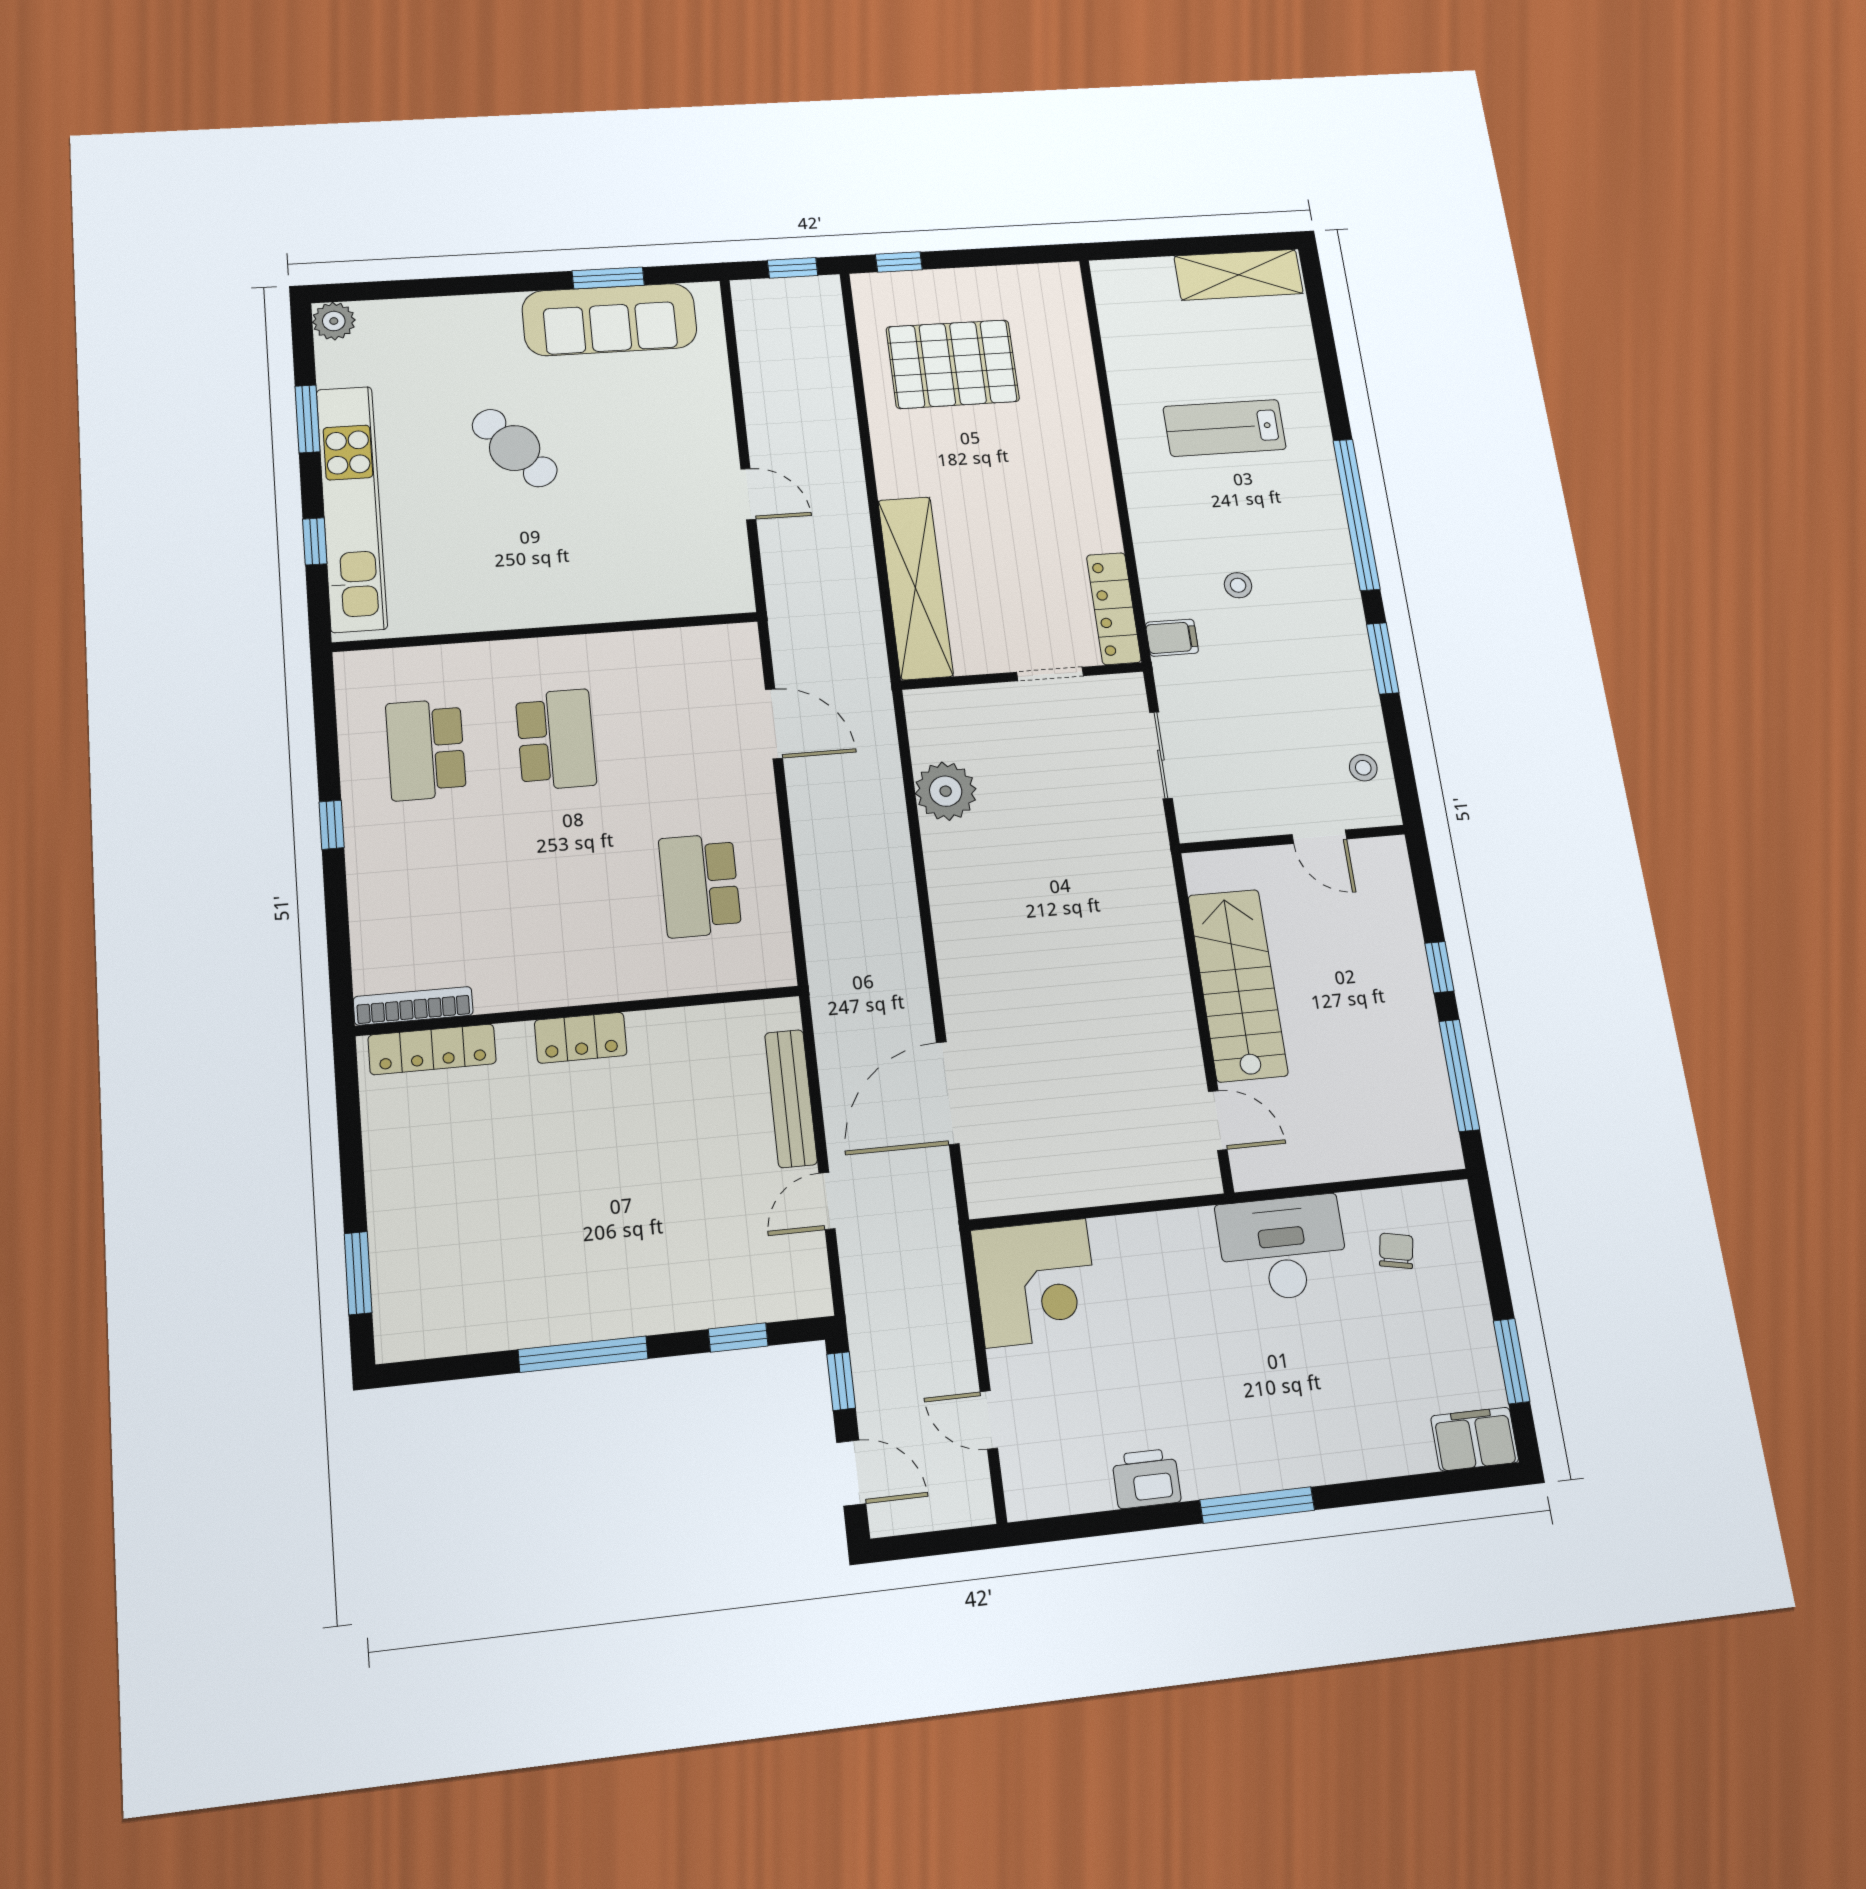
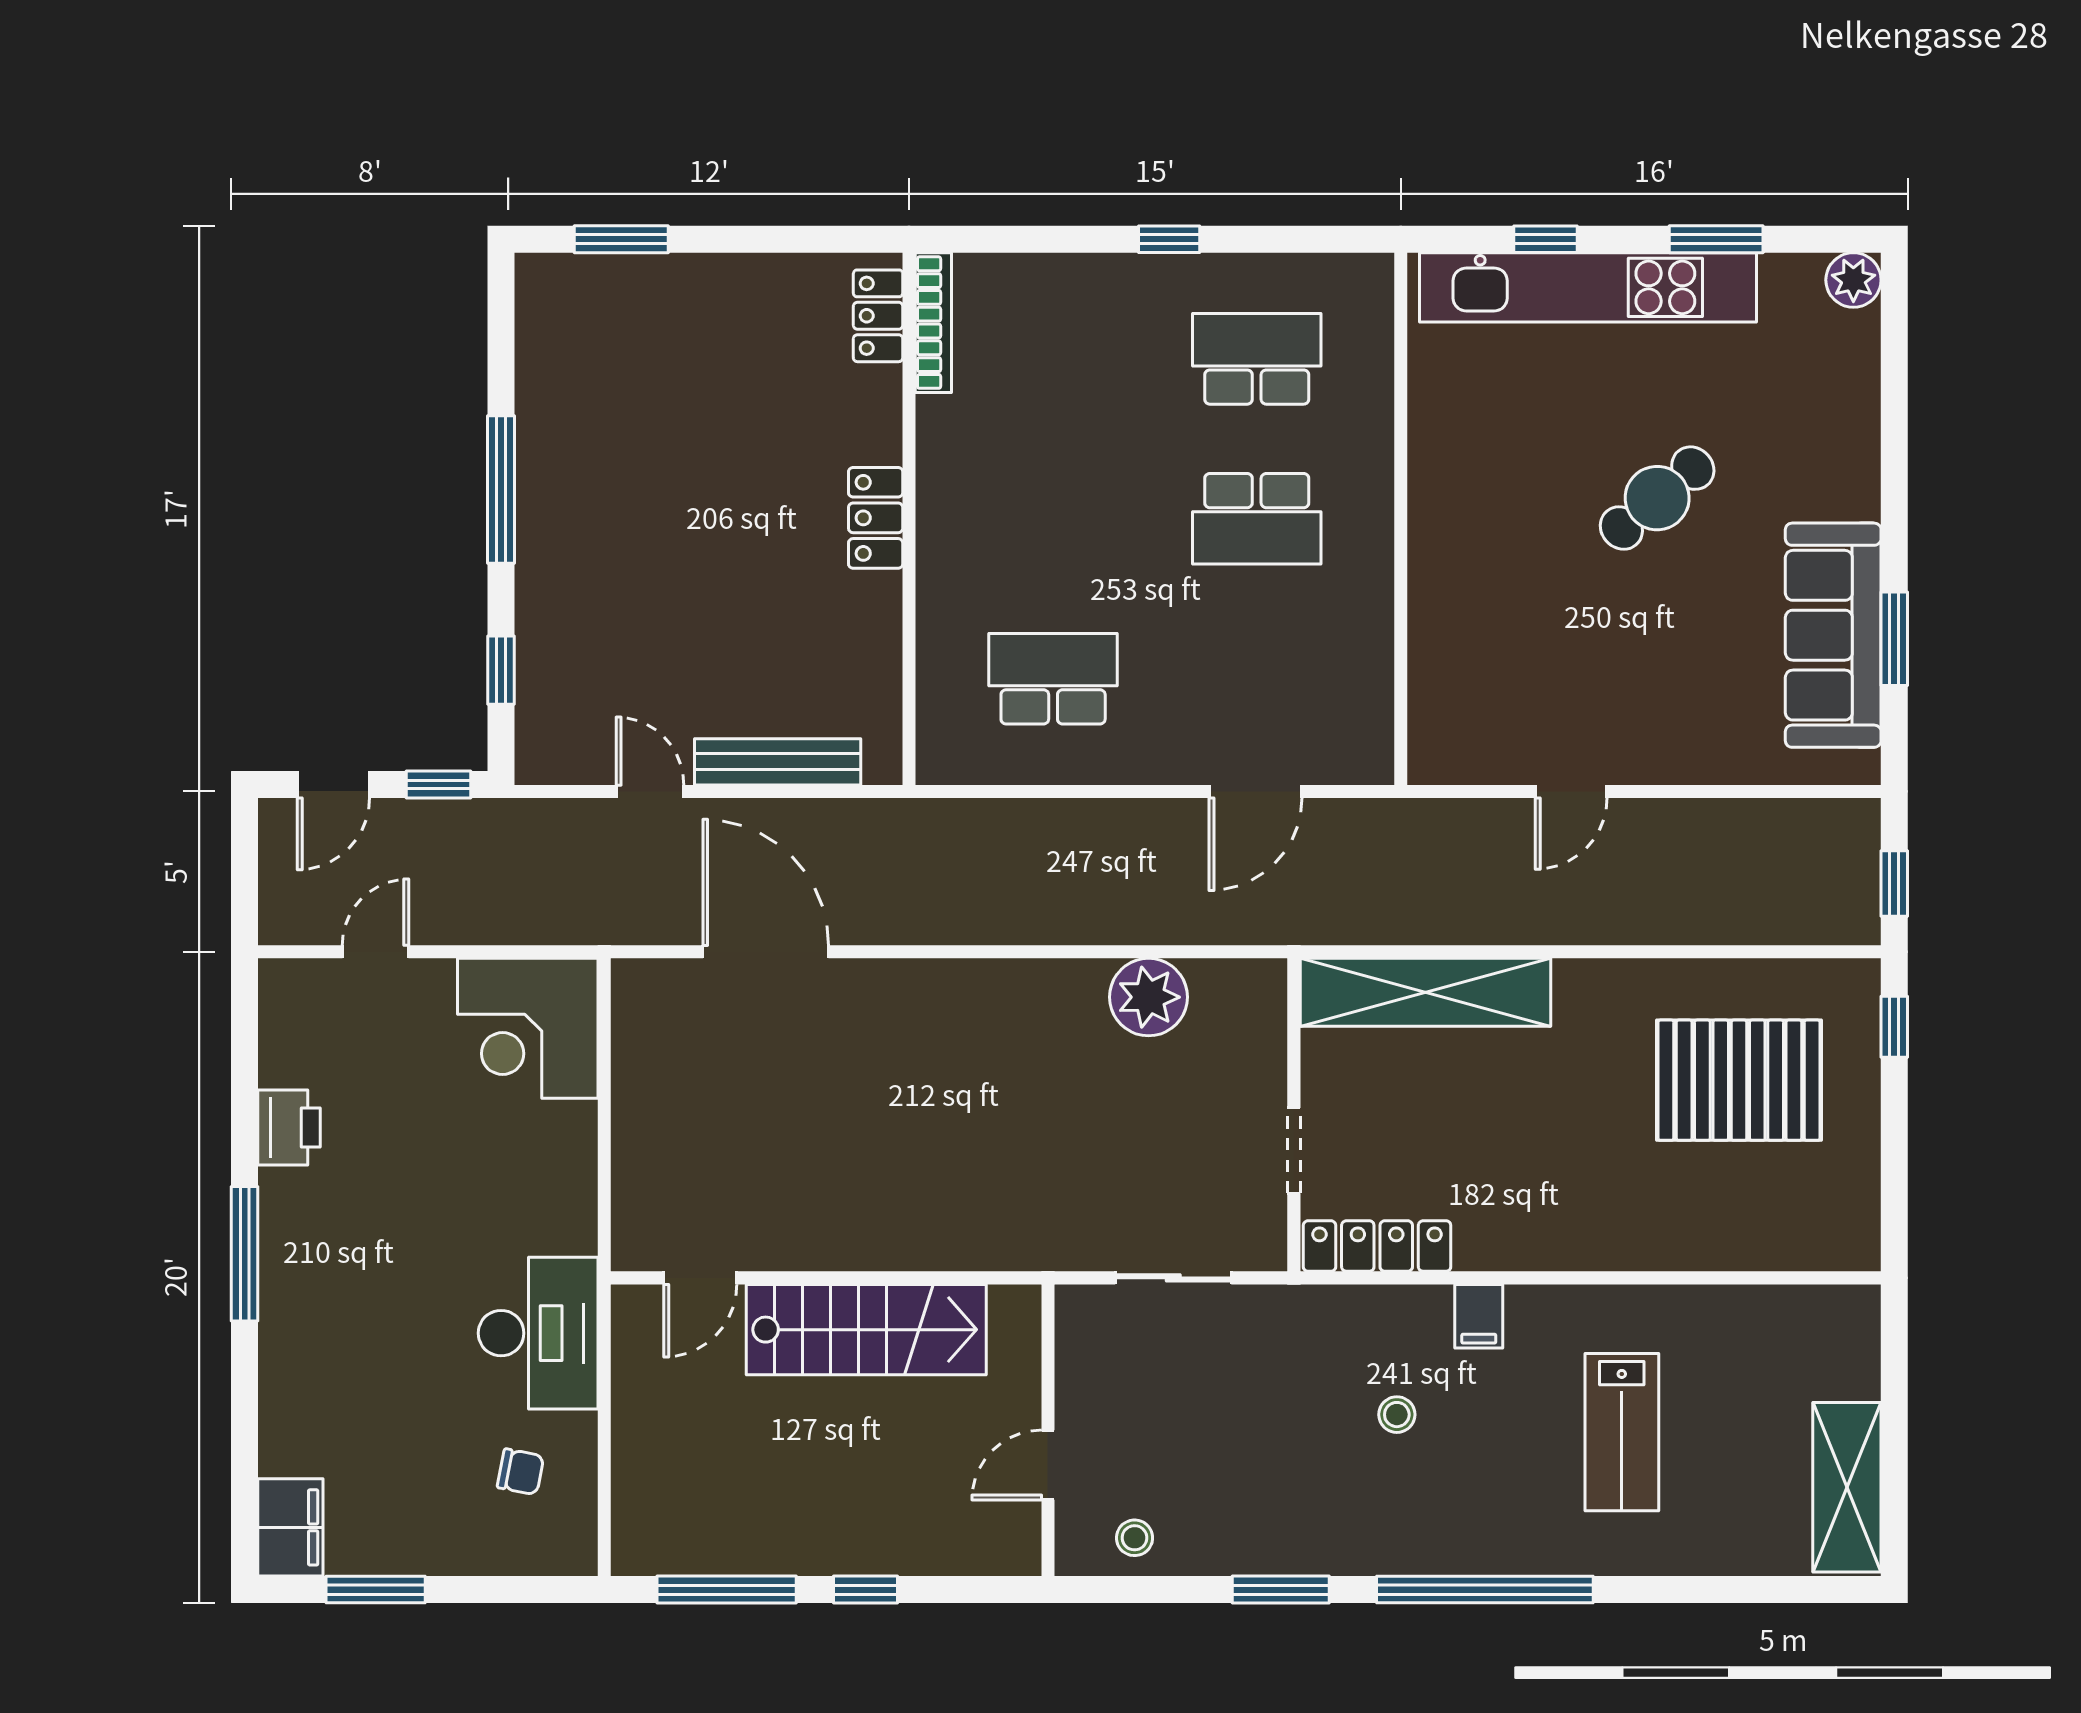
pallet: (953, 364) -> (1739, 1080), turned 90
lab bench: (1225, 428) -> (1622, 1432), turned 180
filing cabinet: (1172, 638) -> (1479, 1316), moved
locker: (432, 1049) -> (878, 316), width x0.66

